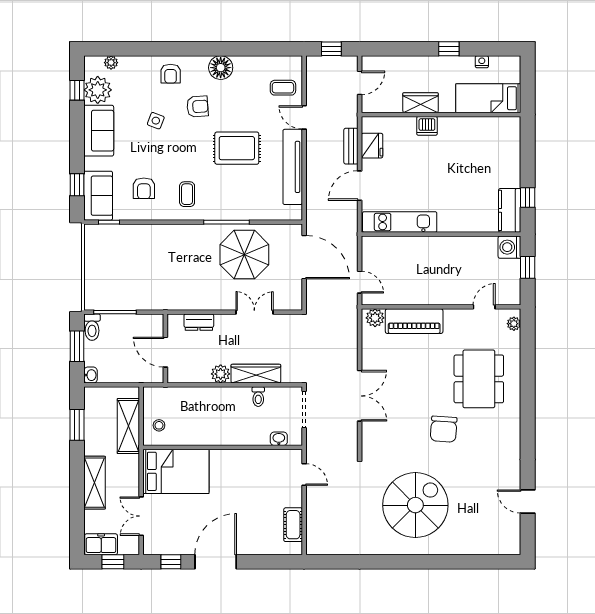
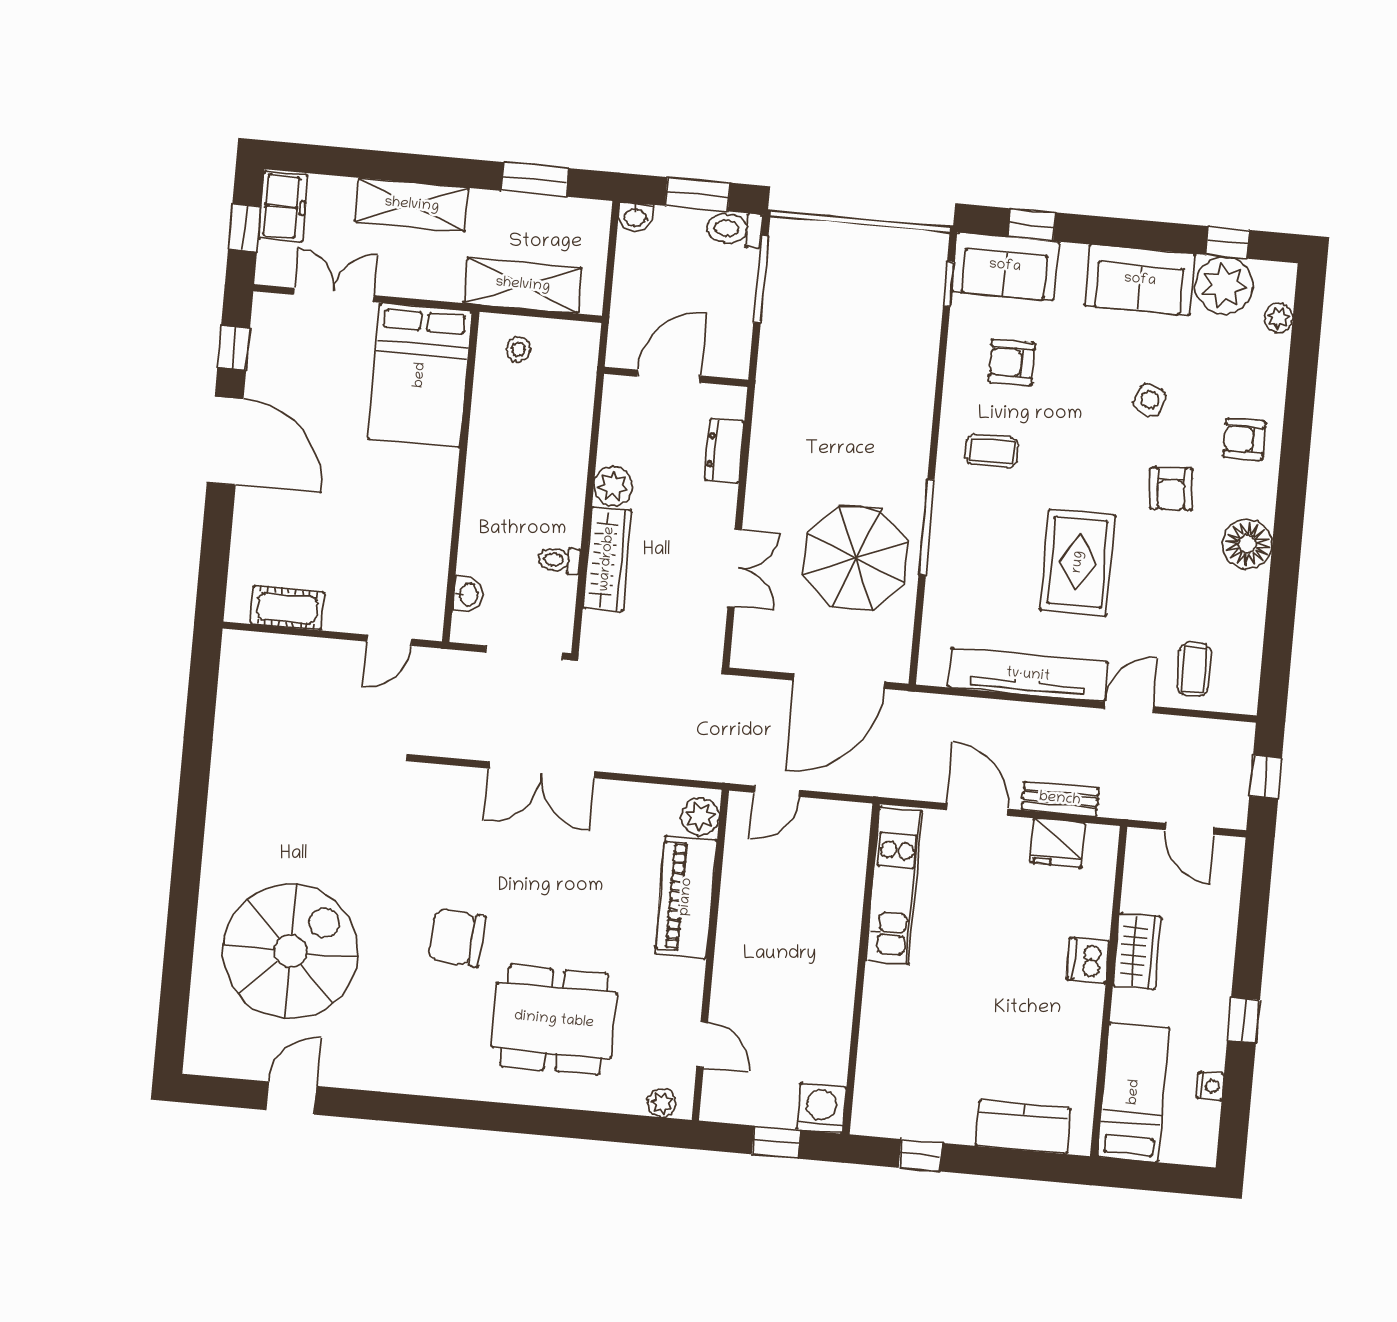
kitchen counter: (510, 210) -> (1023, 1127), moved
spiral stairs: (415, 505) -> (290, 951), moved, turned -90

